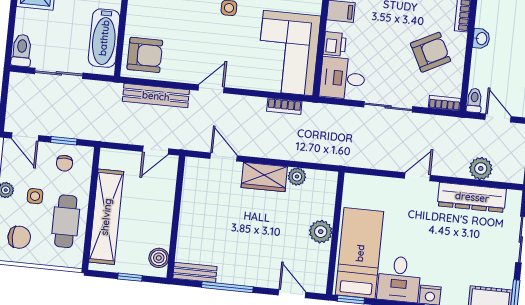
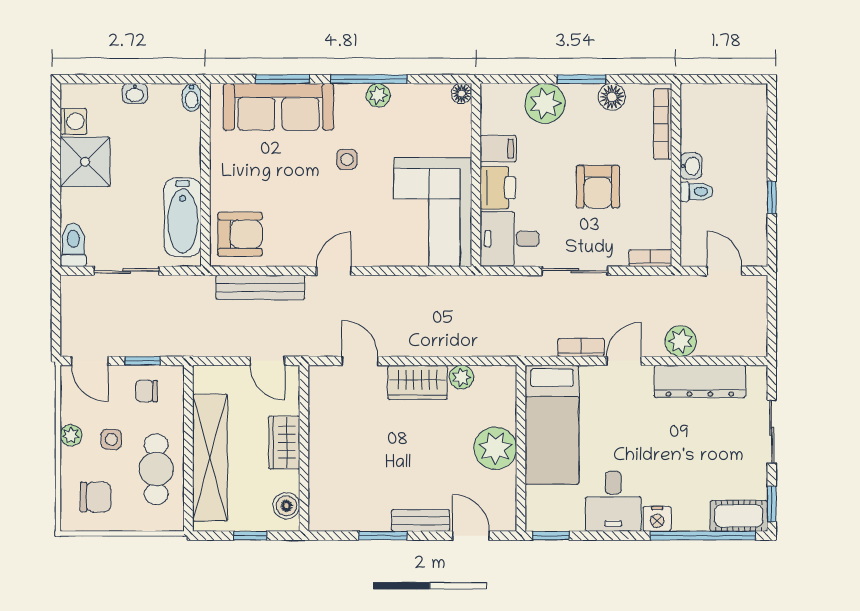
printer: (335, 44) -> (498, 188), width x1.36, depth x1.24
armchair: (431, 52) -> (598, 187), moved, turned 117
toilet: (474, 100) -> (696, 192), moved, turned 90
bookcase: (284, 106) -> (581, 348), moved, turned 180
door: (156, 150) -> (267, 361), hinge flipped
chair: (64, 163) -> (146, 391), turned 90
plant: (481, 168) -> (681, 341), moved
wardrobe: (162, 211) -> (284, 442), added
plant: (321, 232) -> (495, 448), width x1.36, depth x1.36
bed: (360, 253) -> (552, 425), moved, turned 180
bench: (195, 272) -> (421, 520), moved
window: (227, 287) -> (383, 536), width x0.69

